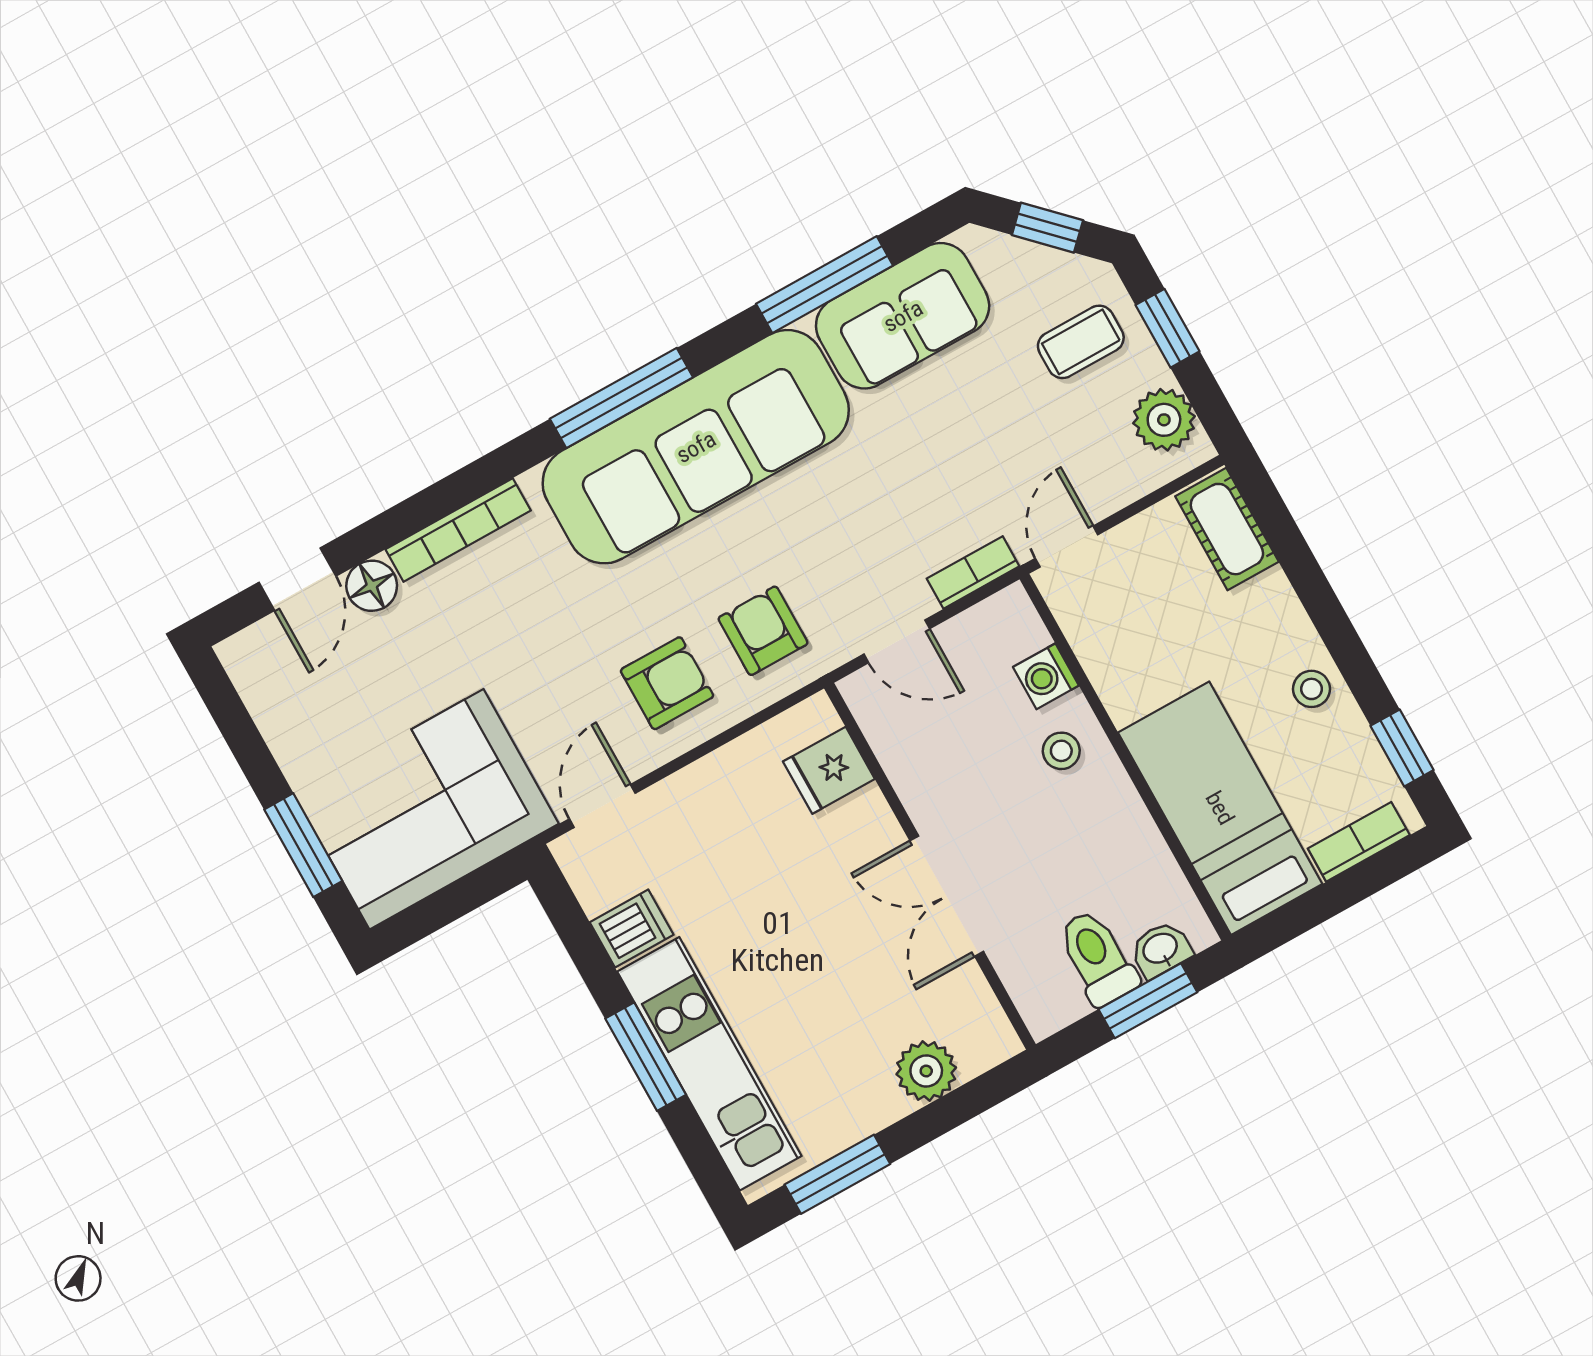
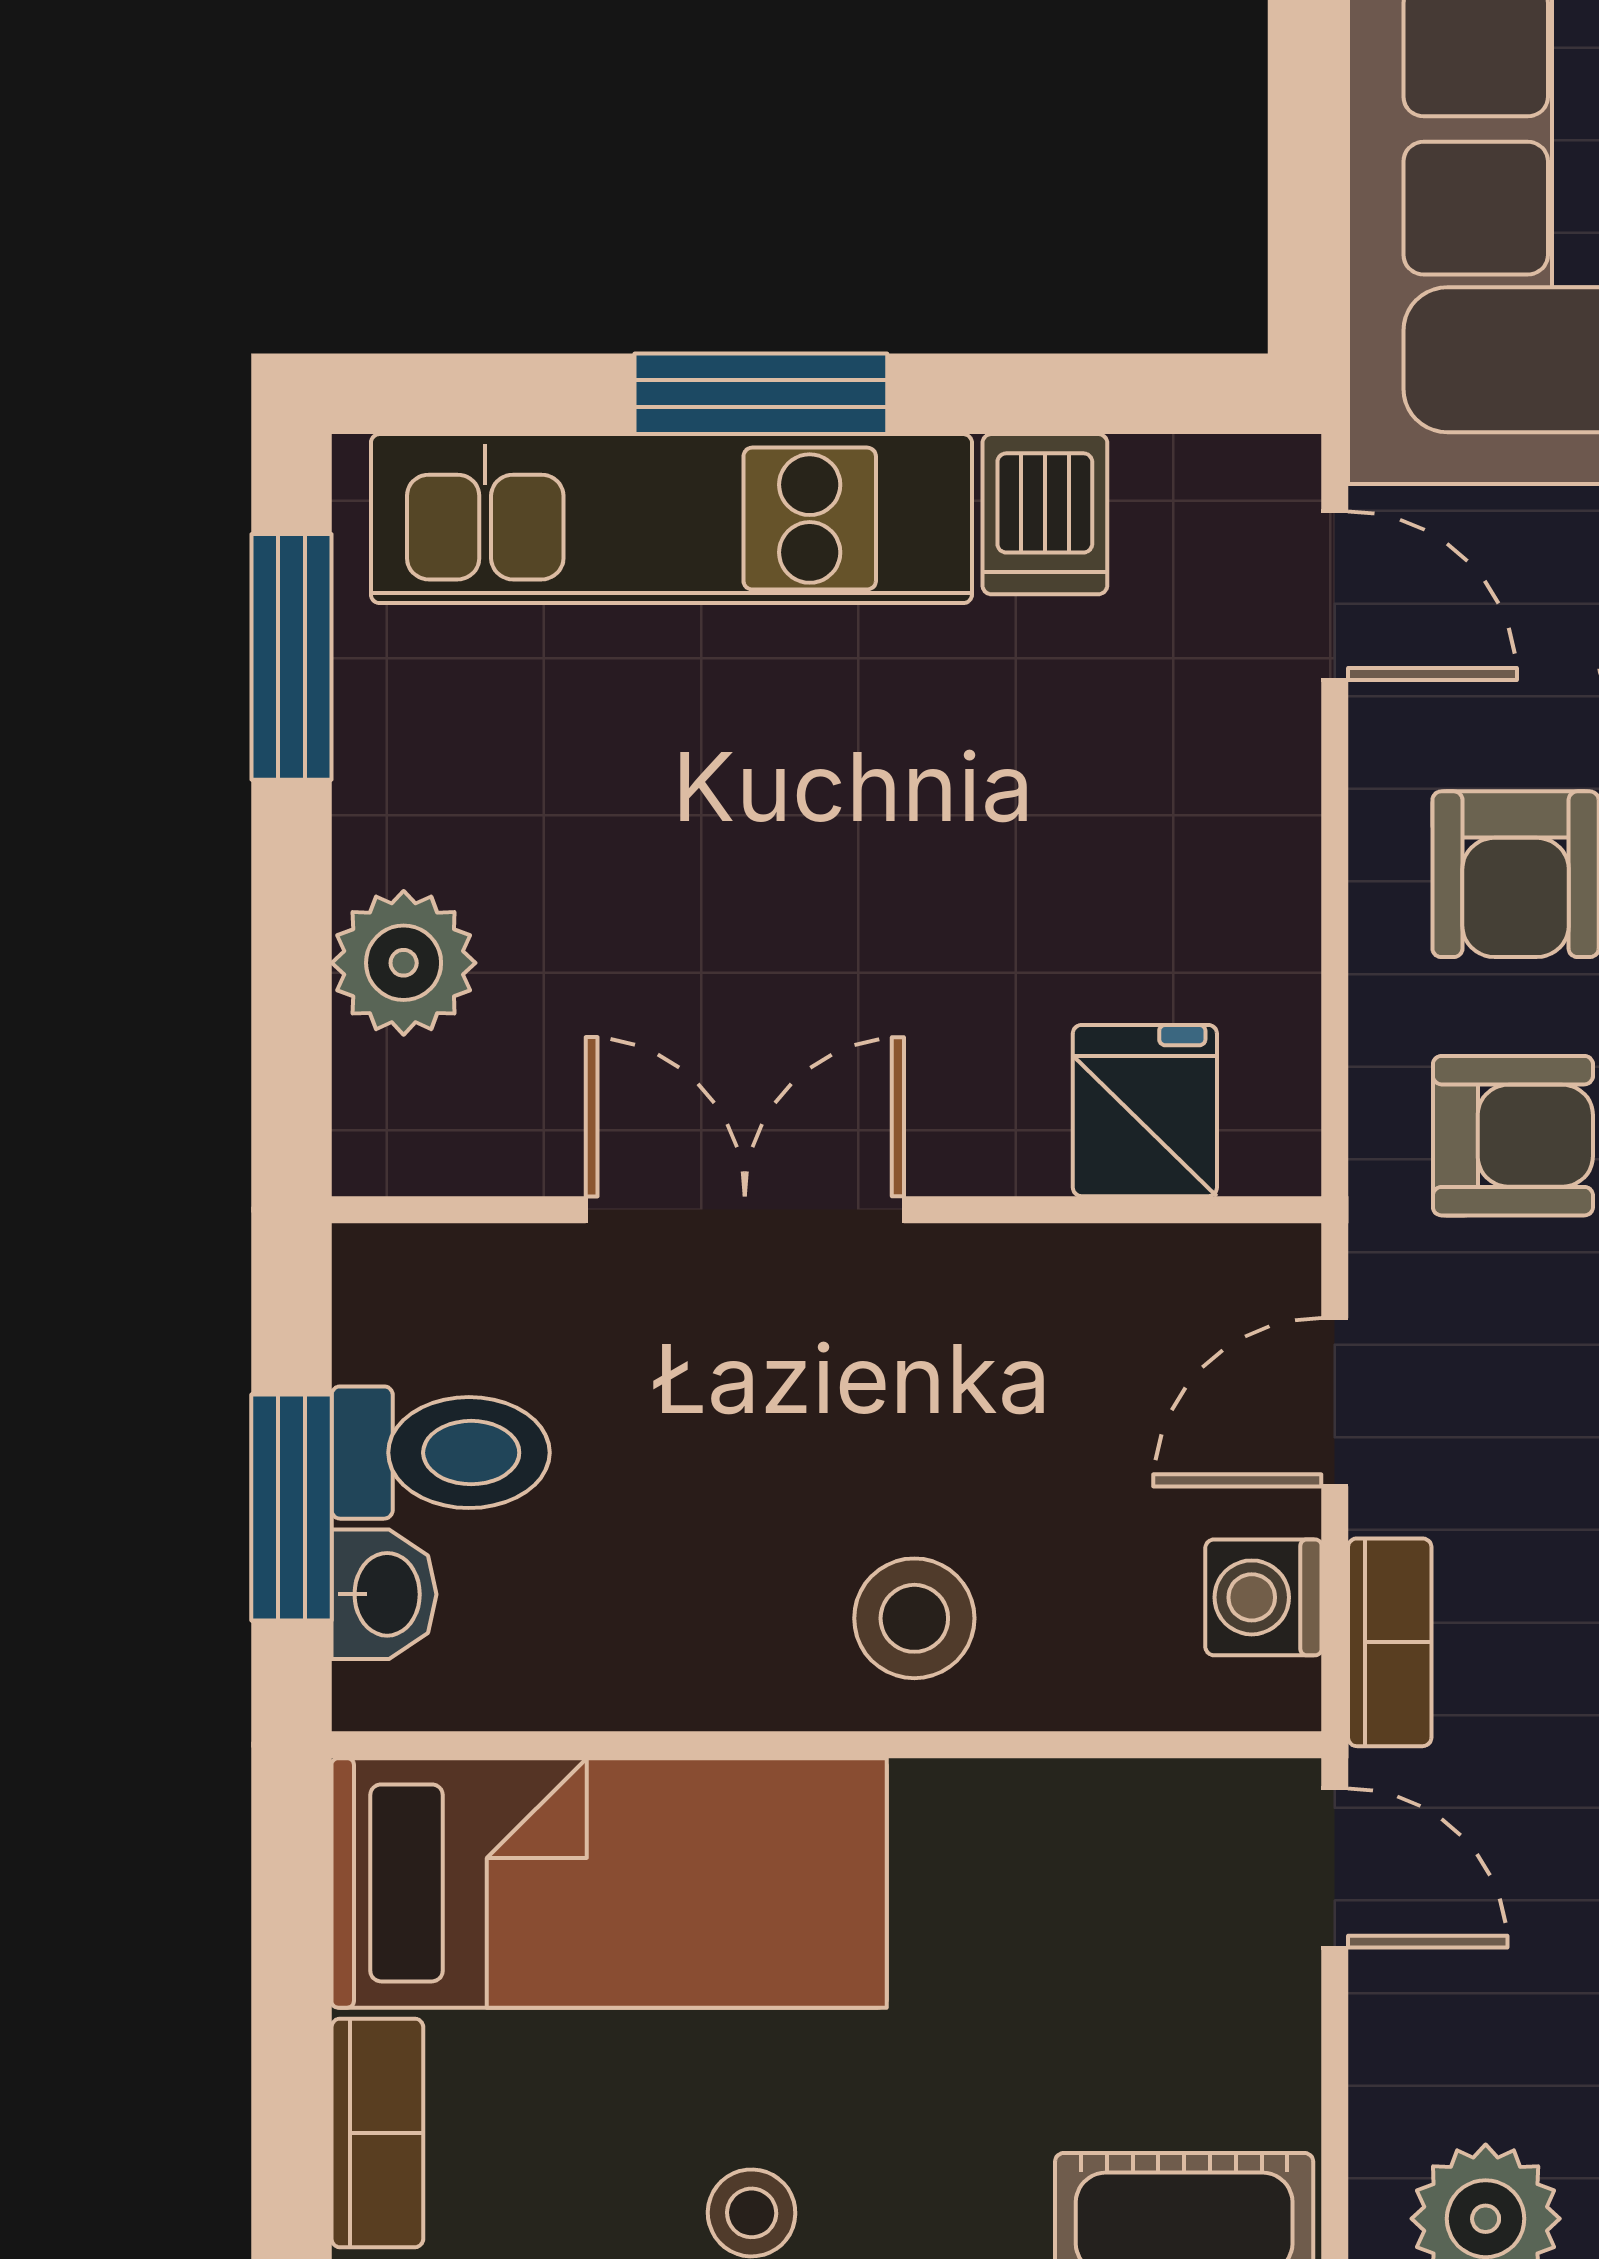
washing machine: (1046, 676) -> (1263, 1597), moved, turned -90
stool: (1061, 751) -> (914, 1618), width x1.37, depth x1.37

